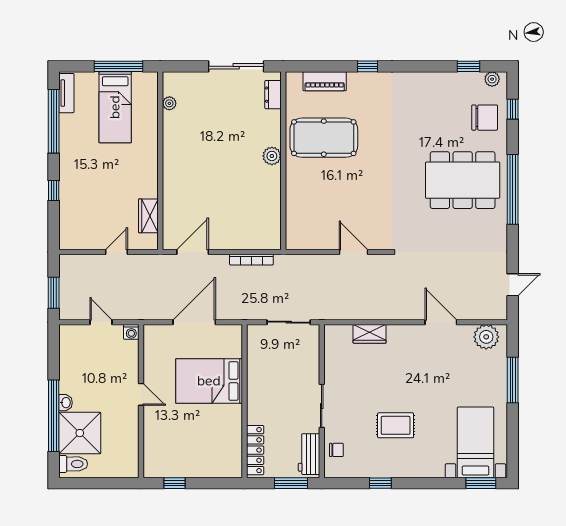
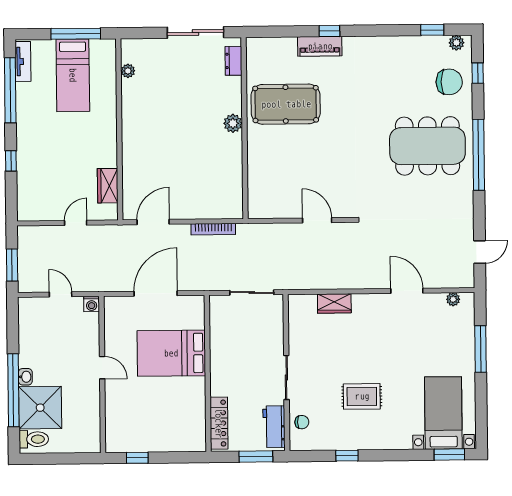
piano: (325, 81) -> (320, 46), moved
plant: (486, 337) -> (453, 299), width x0.53, depth x0.53

